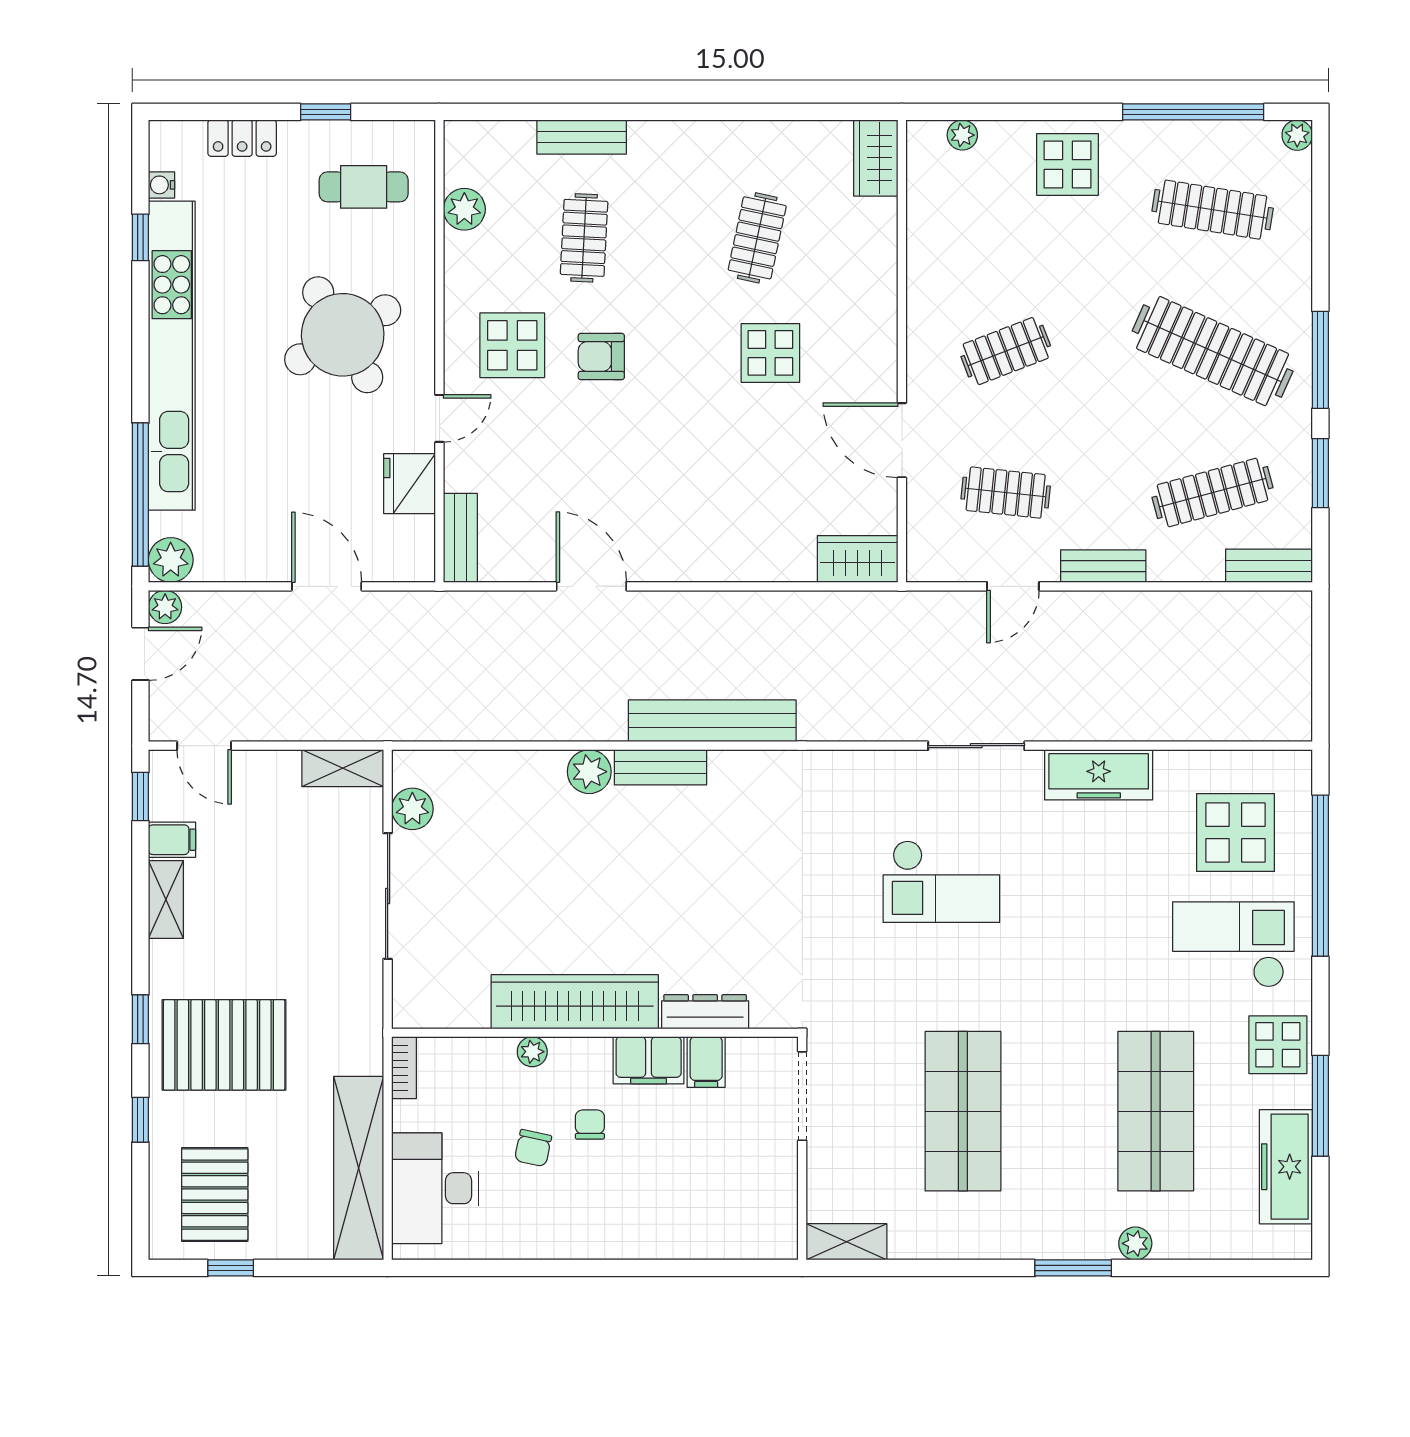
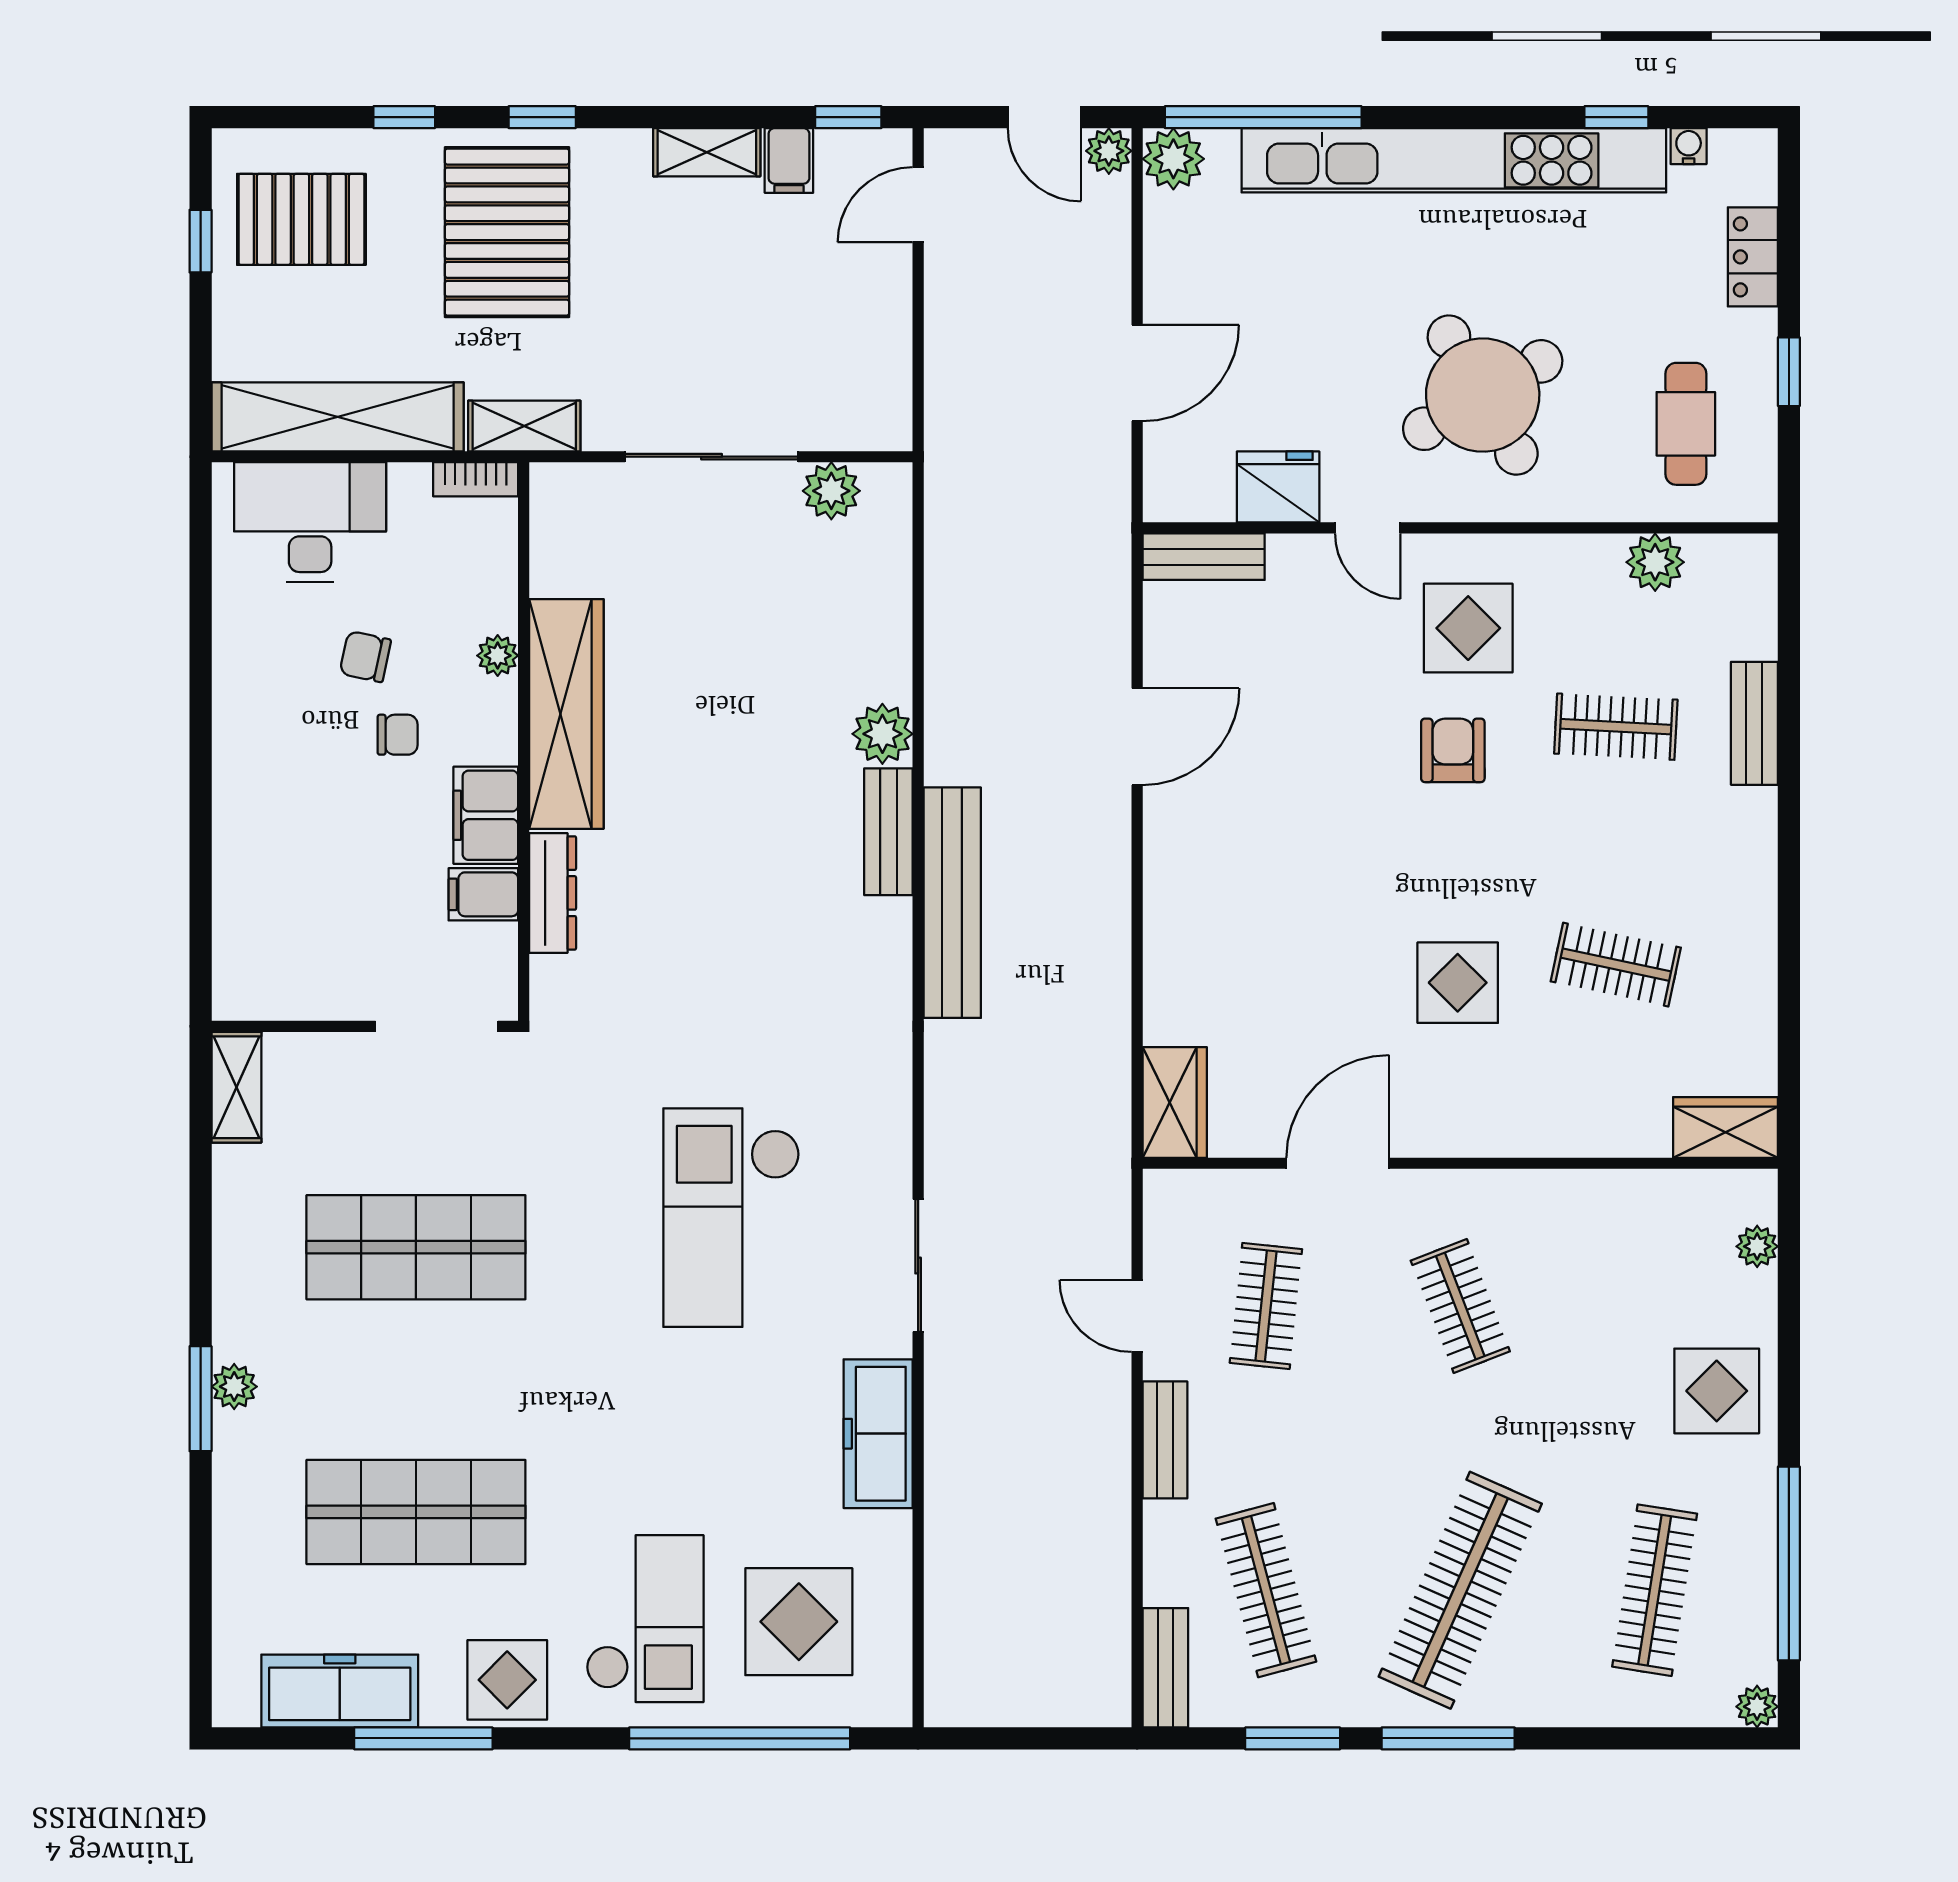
shelving: (343, 768) -> (524, 426), moved, turned 90
checkout: (941, 881) -> (732, 1218), width x1.36, depth x1.21
plant: (1135, 1243) -> (234, 1387), moved

